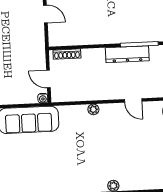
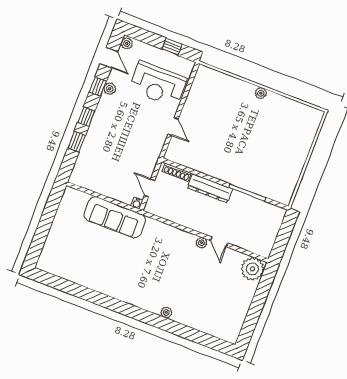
dresser: (127, 54) -> (210, 188), moved
plant: (93, 109) -> (201, 243), moved

